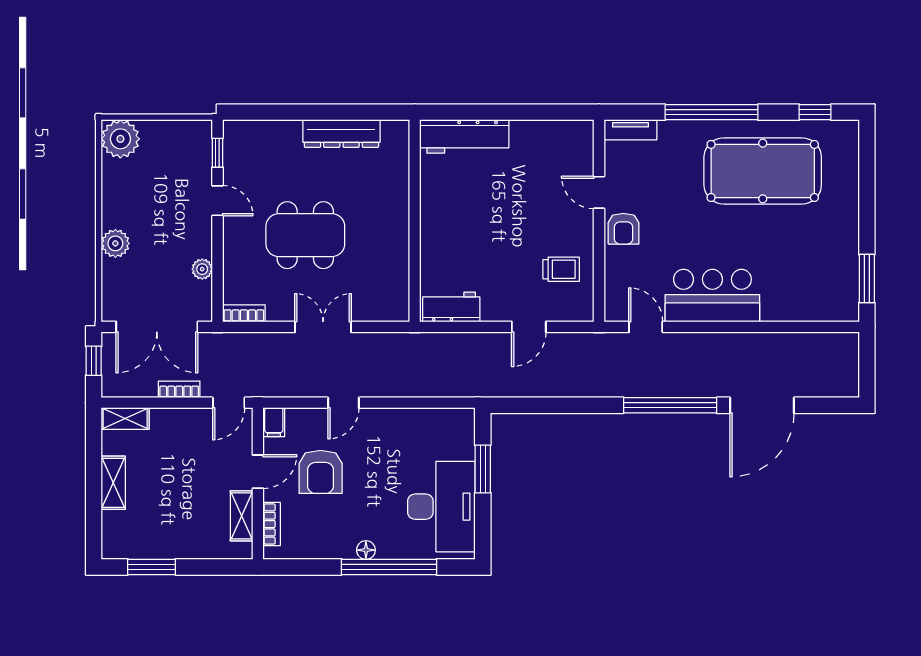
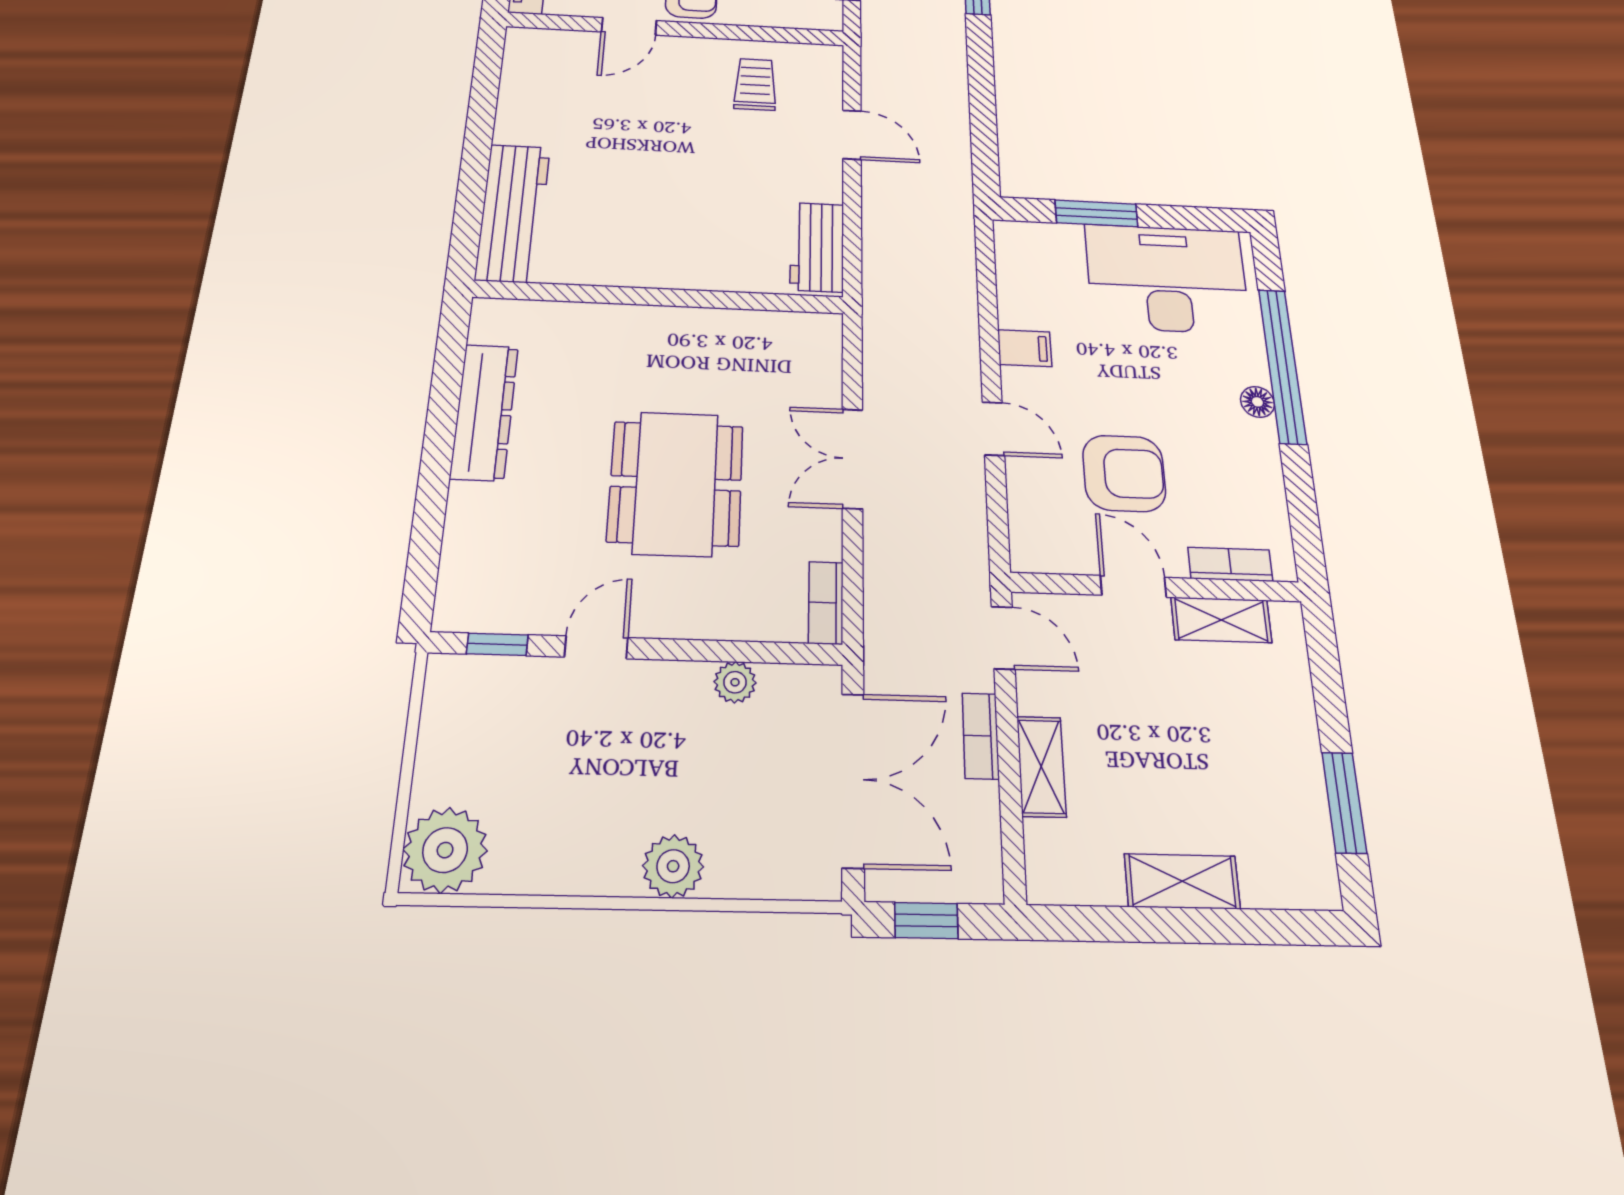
shelving: (125, 419) -> (1041, 766), moved
filing cabinet: (274, 422) -> (1025, 348), moved

